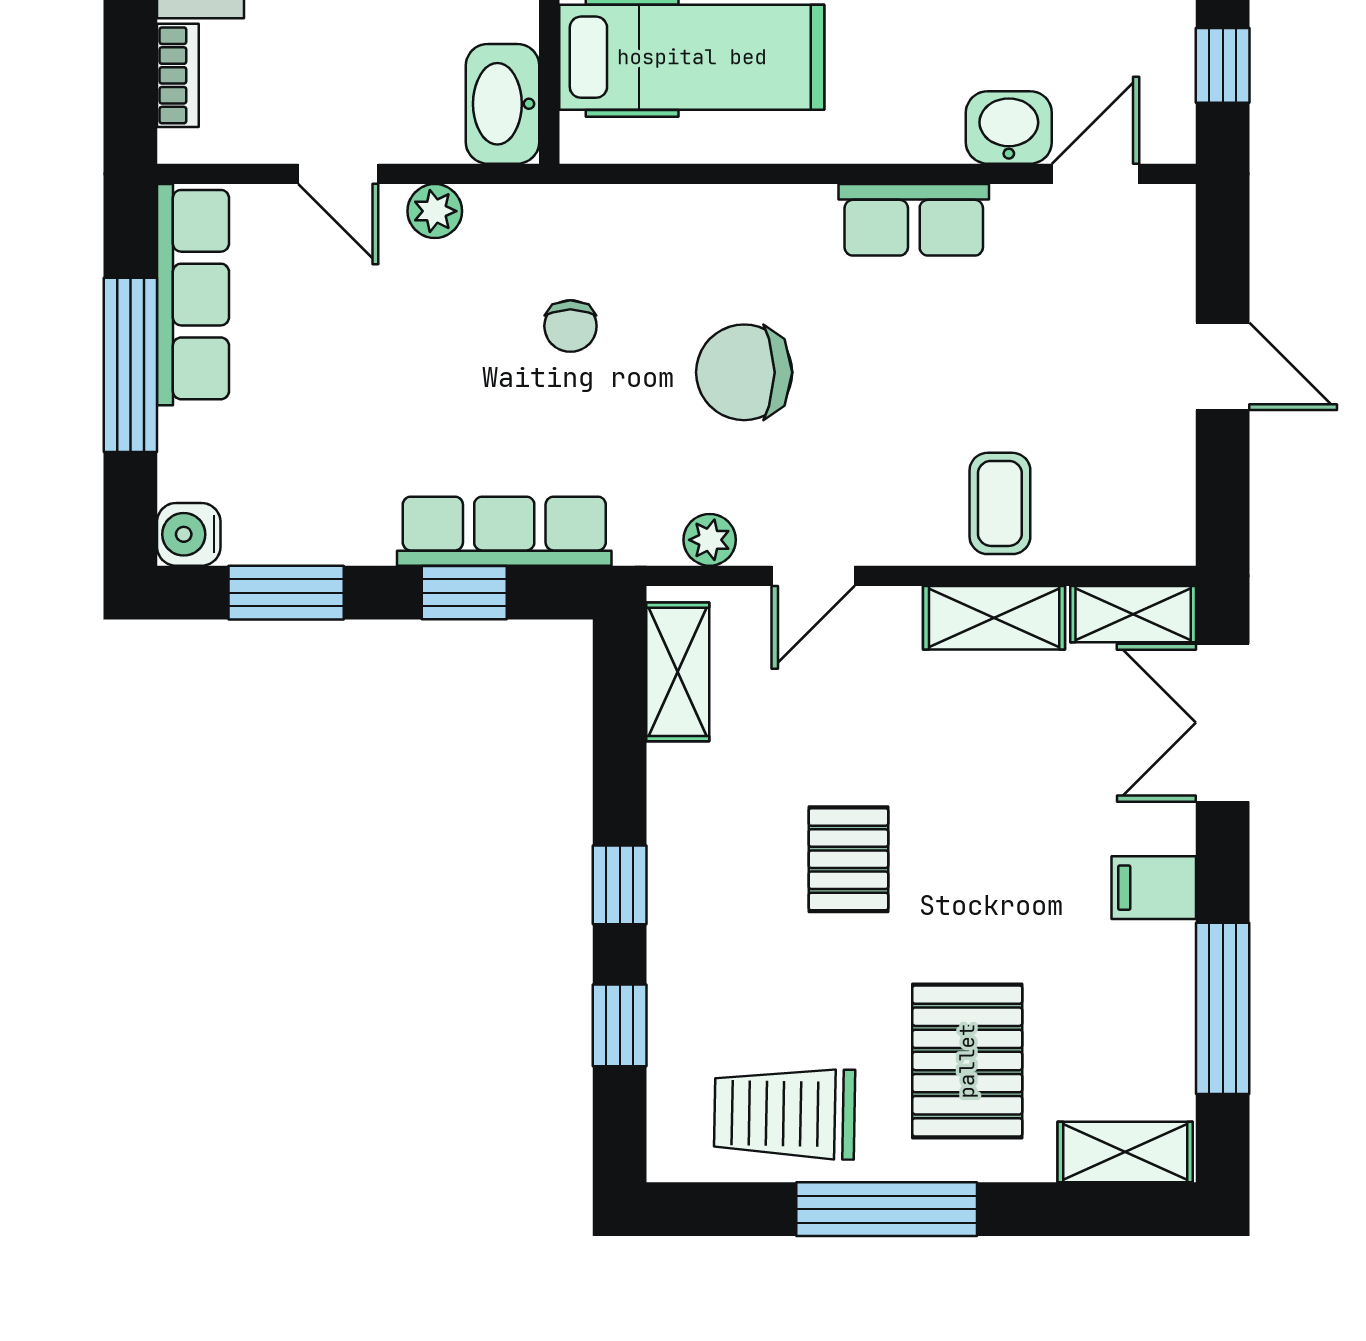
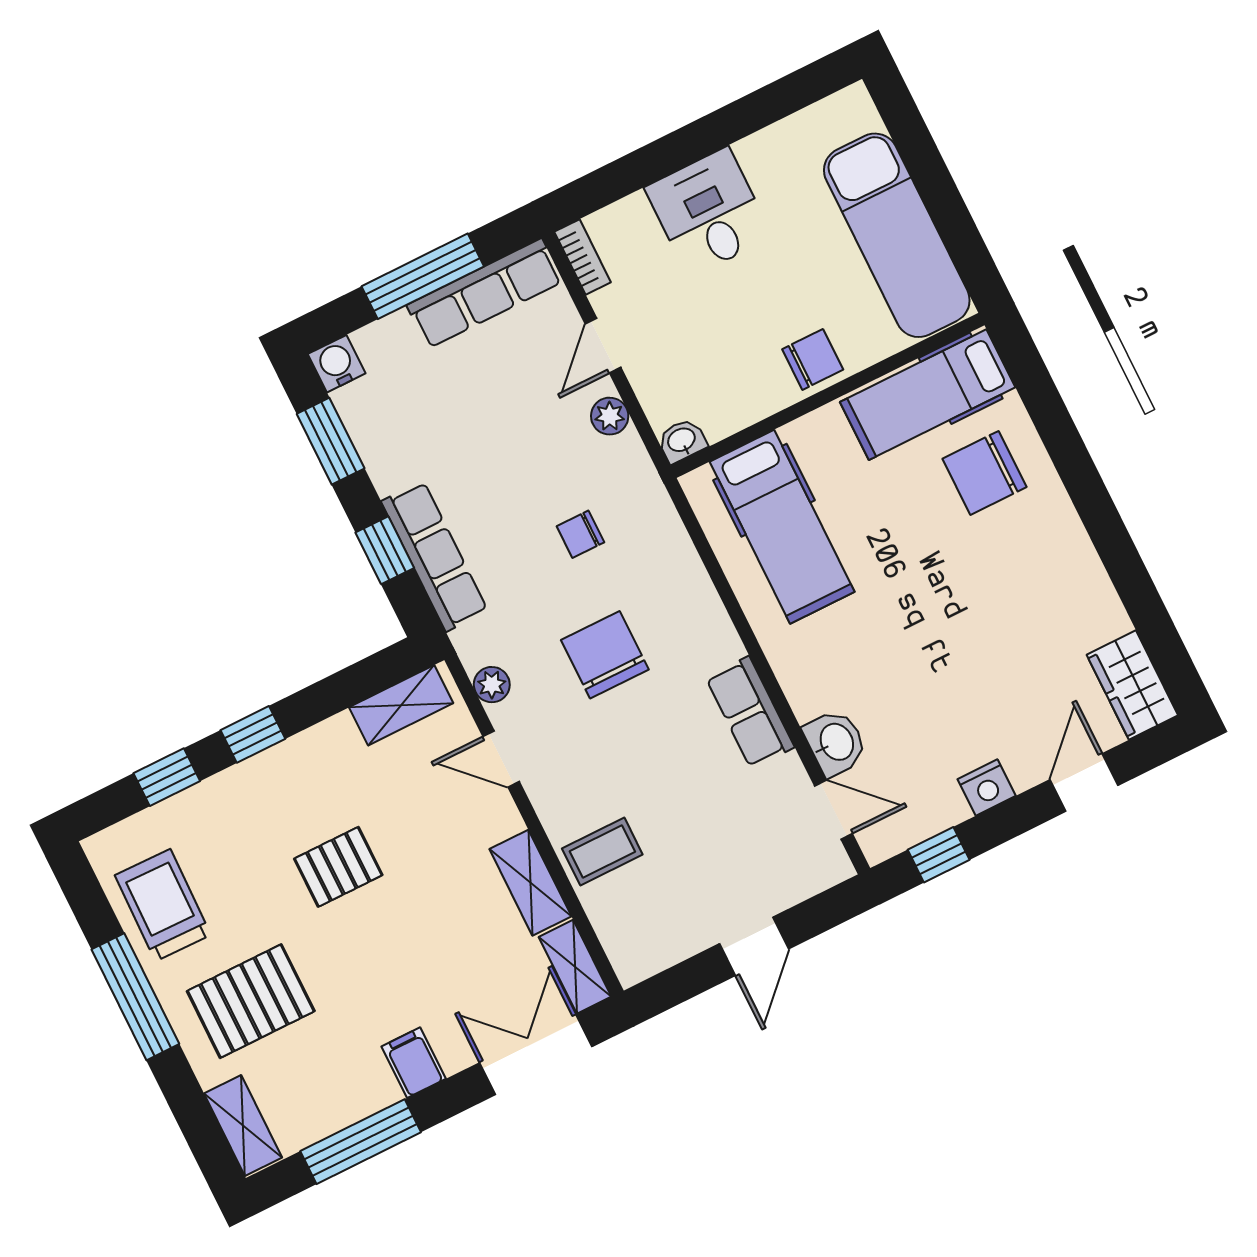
bookcase: (178, 75) -> (583, 257), moved, turned -90
washbasin: (503, 104) -> (682, 441), width x0.52, depth x0.69

